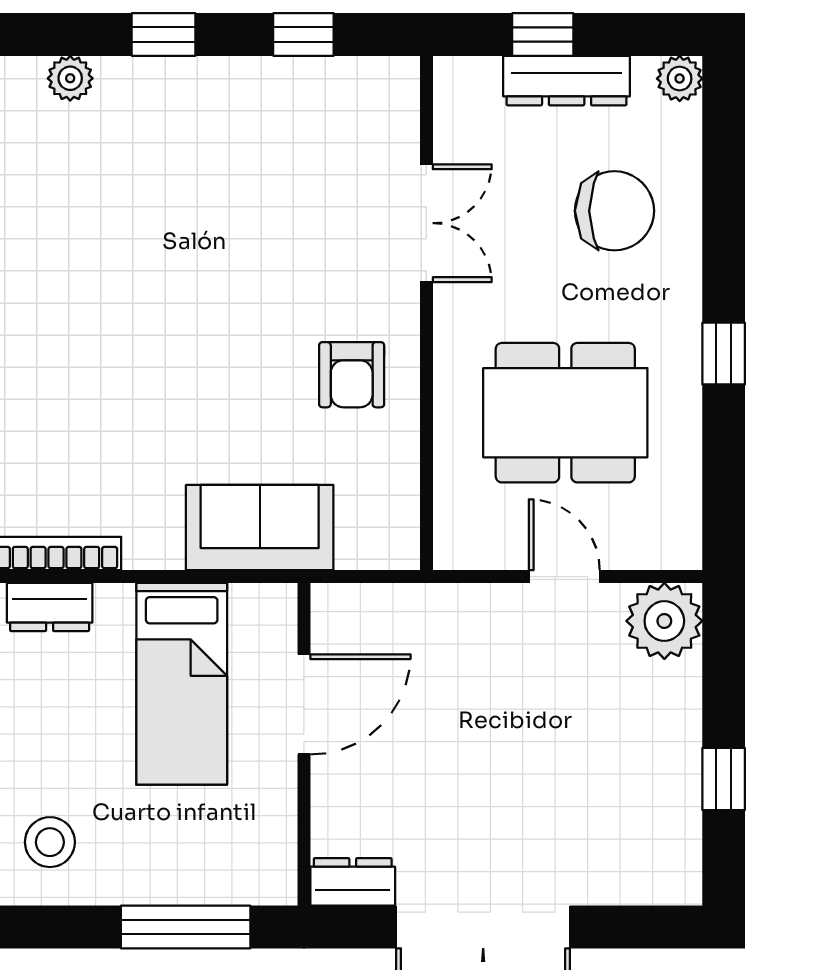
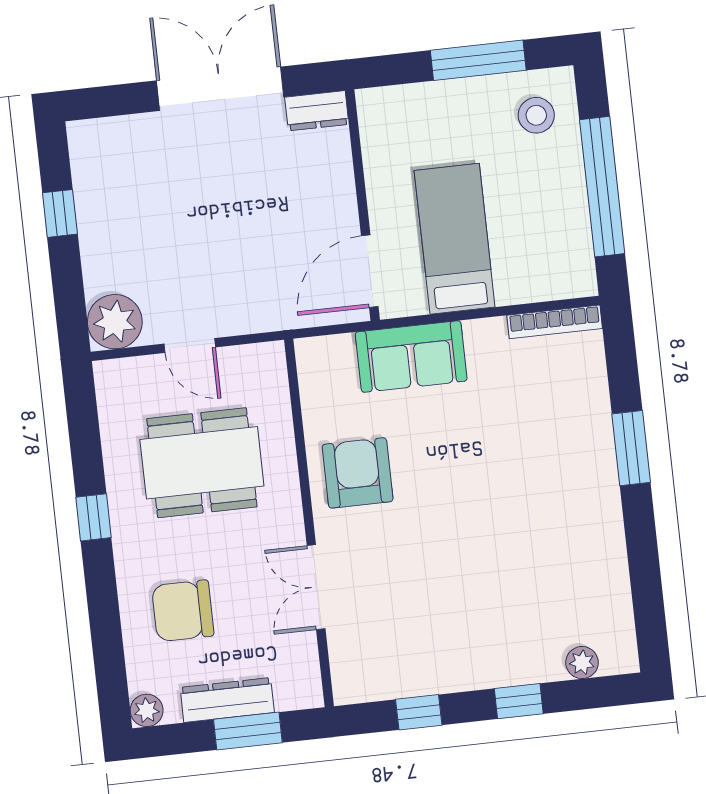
window: (543, 34) -> (248, 731), width x1.50
armchair: (352, 375) -> (358, 473), width x1.38, depth x1.38
dresser: (50, 607) -> (555, 283), removed
door: (304, 704) -> (370, 271), moved
window: (186, 927) -> (478, 60), moved

